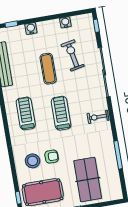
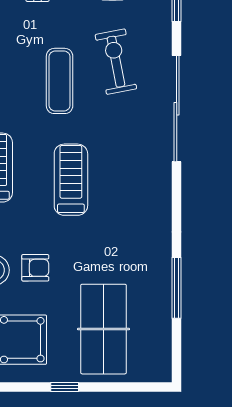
exercise bike: (98, 117) -> (148, 201), removed

